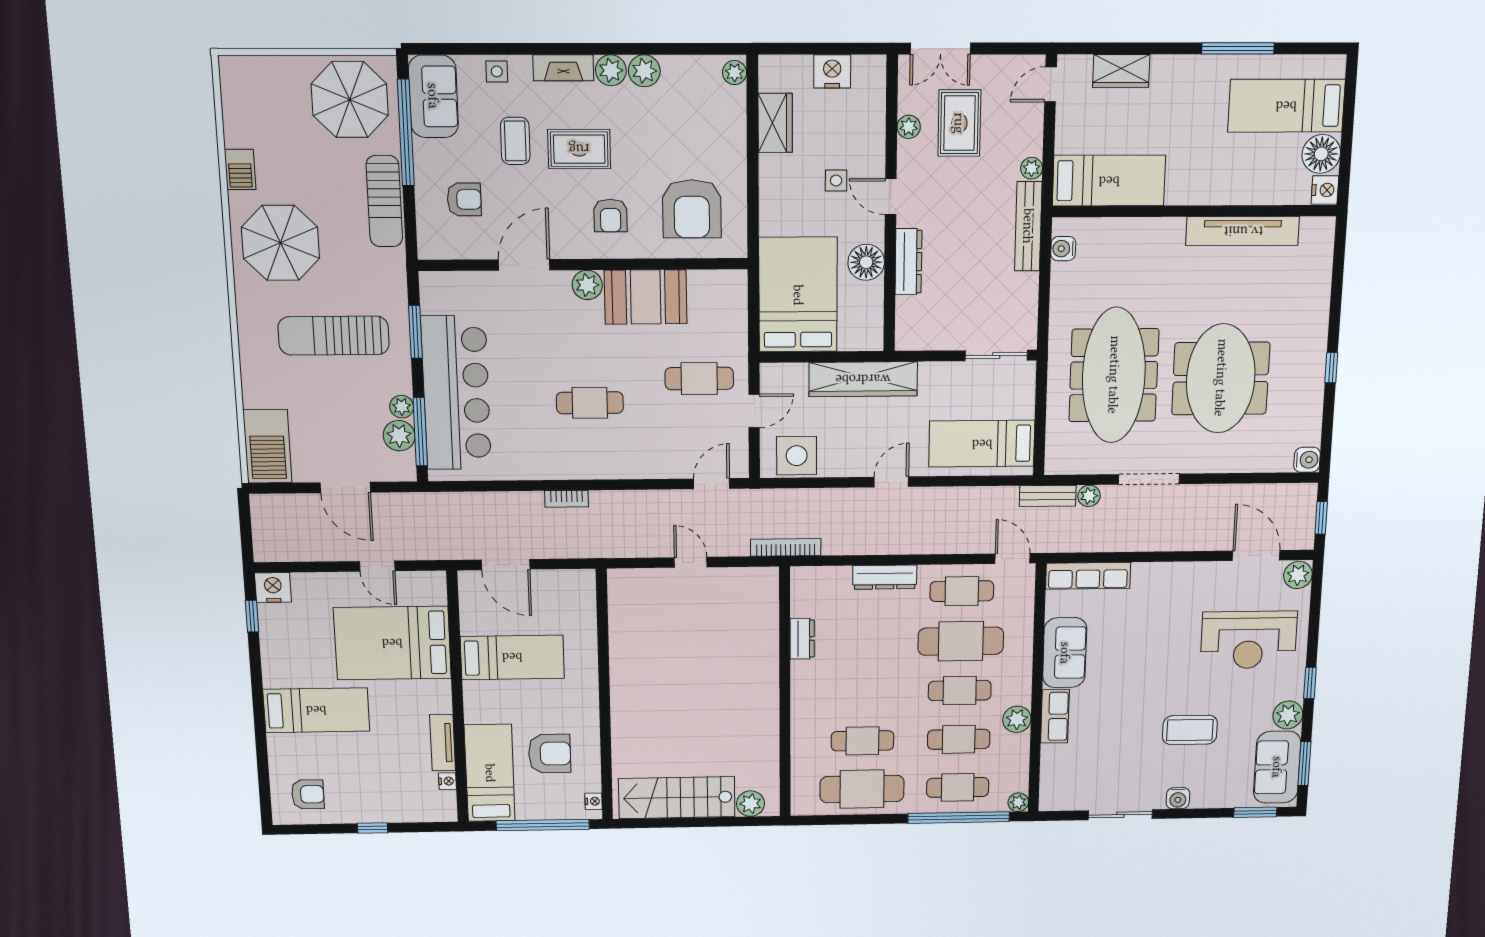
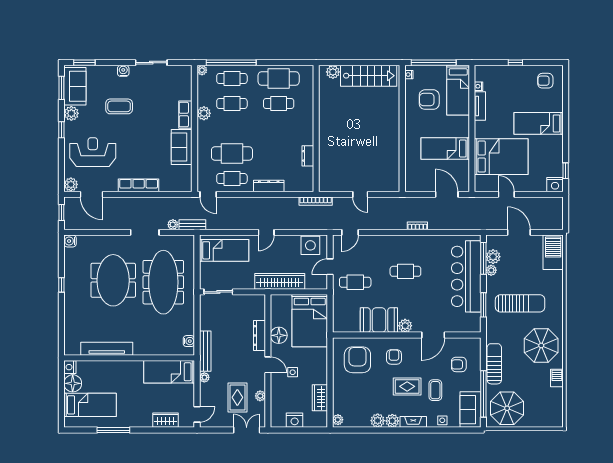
row of seats: (1088, 576) -> (139, 185), moved
cafe table: (960, 691) -> (232, 129), removed

